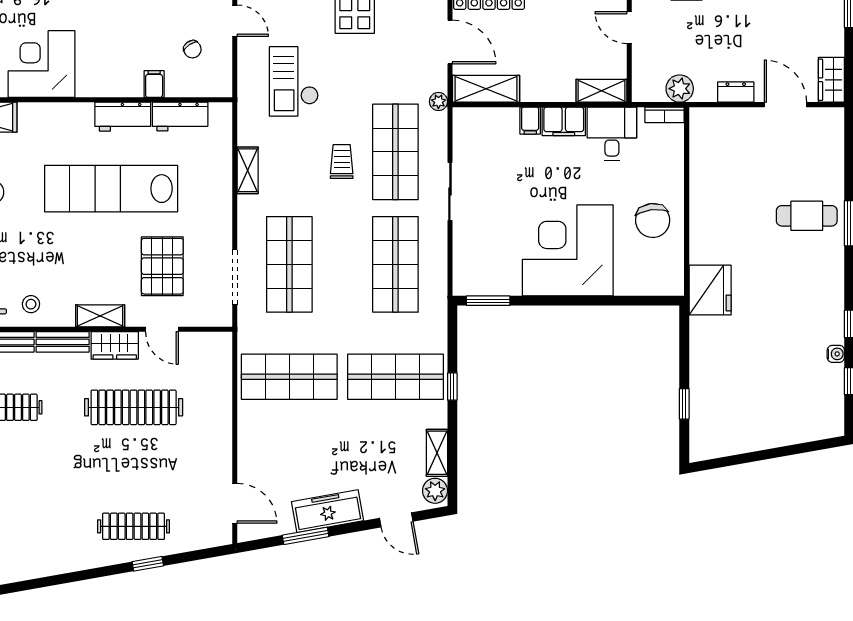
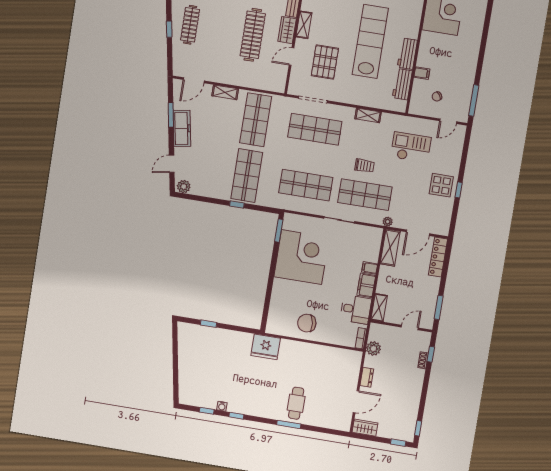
corner desk: (568, 250) -> (302, 257), moved
pallet: (162, 266) -> (325, 62), turned 90
shelving: (437, 453) -> (225, 92), moved

